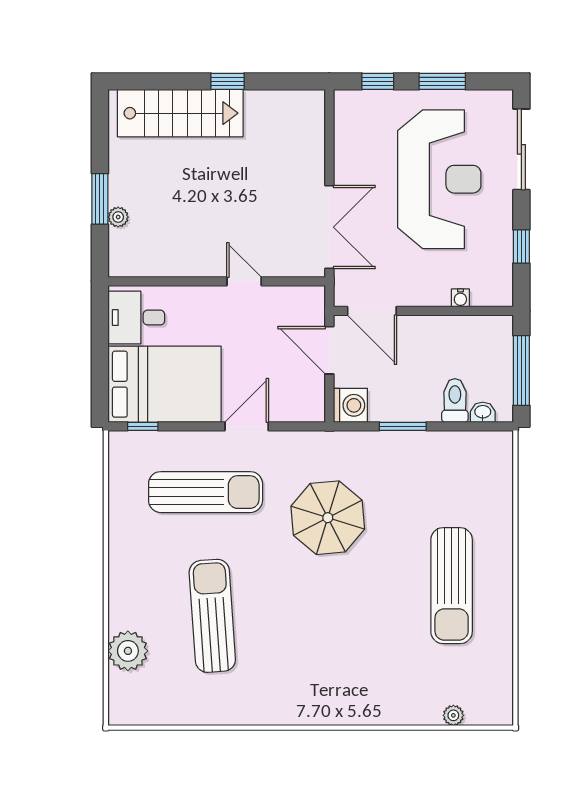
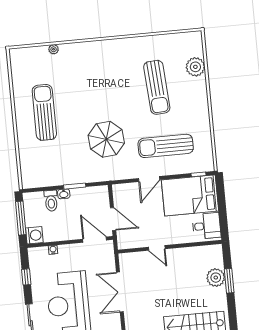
plant: (118, 217) -> (216, 278), width x1.88, depth x1.88
double door: (329, 227) -> (120, 292), moved
washing machine: (350, 405) -> (34, 235), moved, turned 180
washbasin: (483, 412) -> (64, 194), moved
plant: (453, 715) -> (54, 49), moved

